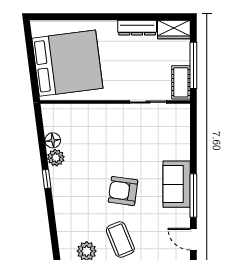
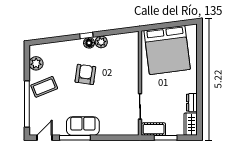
dresser: (137, 28) -> (192, 103), width x0.70
window: (193, 65) -> (166, 138), width x0.69
floor lamp: (53, 140) -> (89, 43), moved
armchair: (123, 191) -> (85, 74), moved

